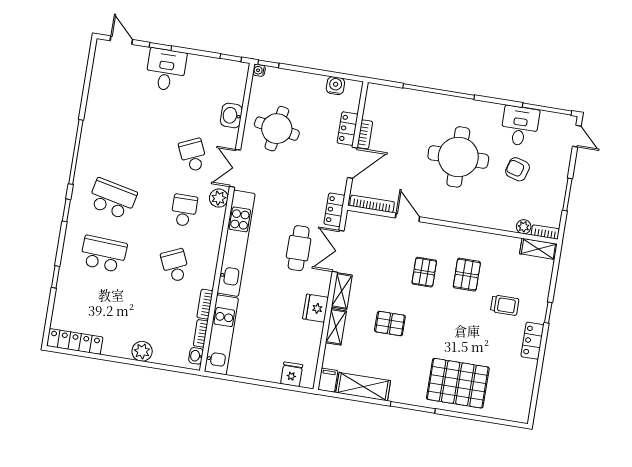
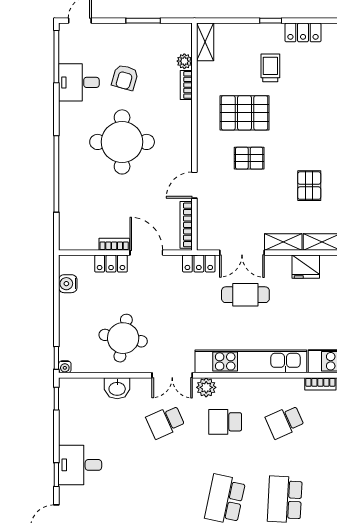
bookcase: (545, 232) -> (186, 85), moved
pallet: (467, 275) -> (245, 113), width x1.50, depth x1.42

